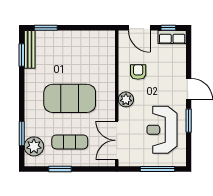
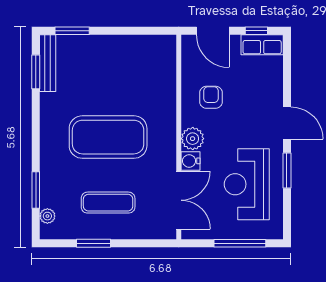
water cooler: (125, 114) -> (191, 161), added
double door: (117, 140) -> (179, 200), swing flipped
plant: (34, 146) -> (47, 216), width x0.53, depth x0.53

